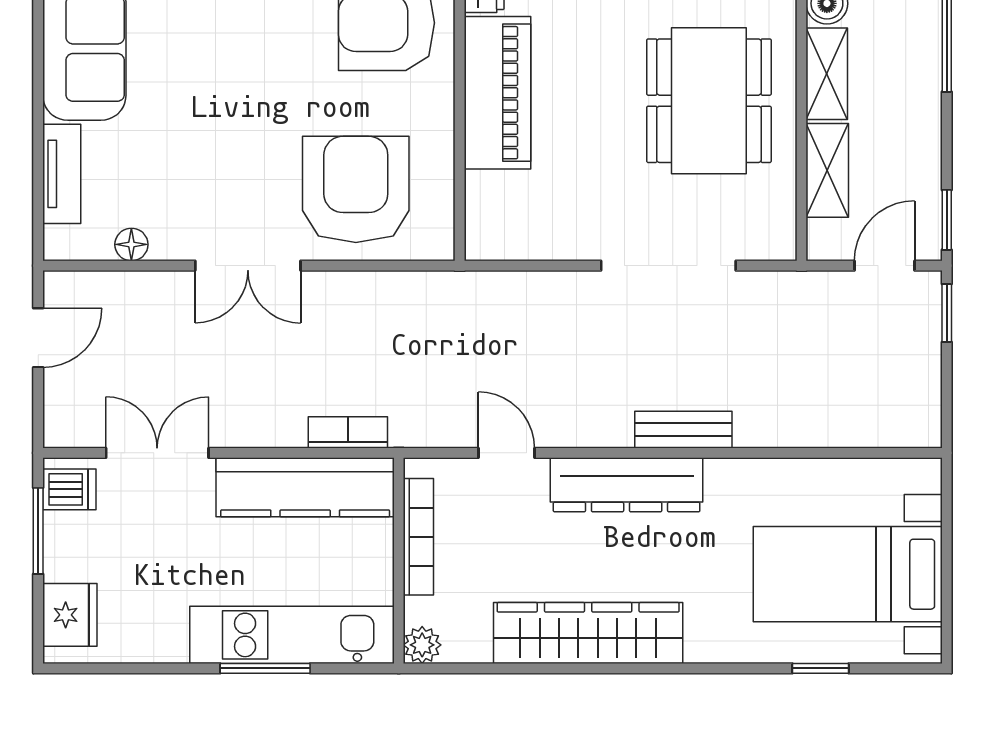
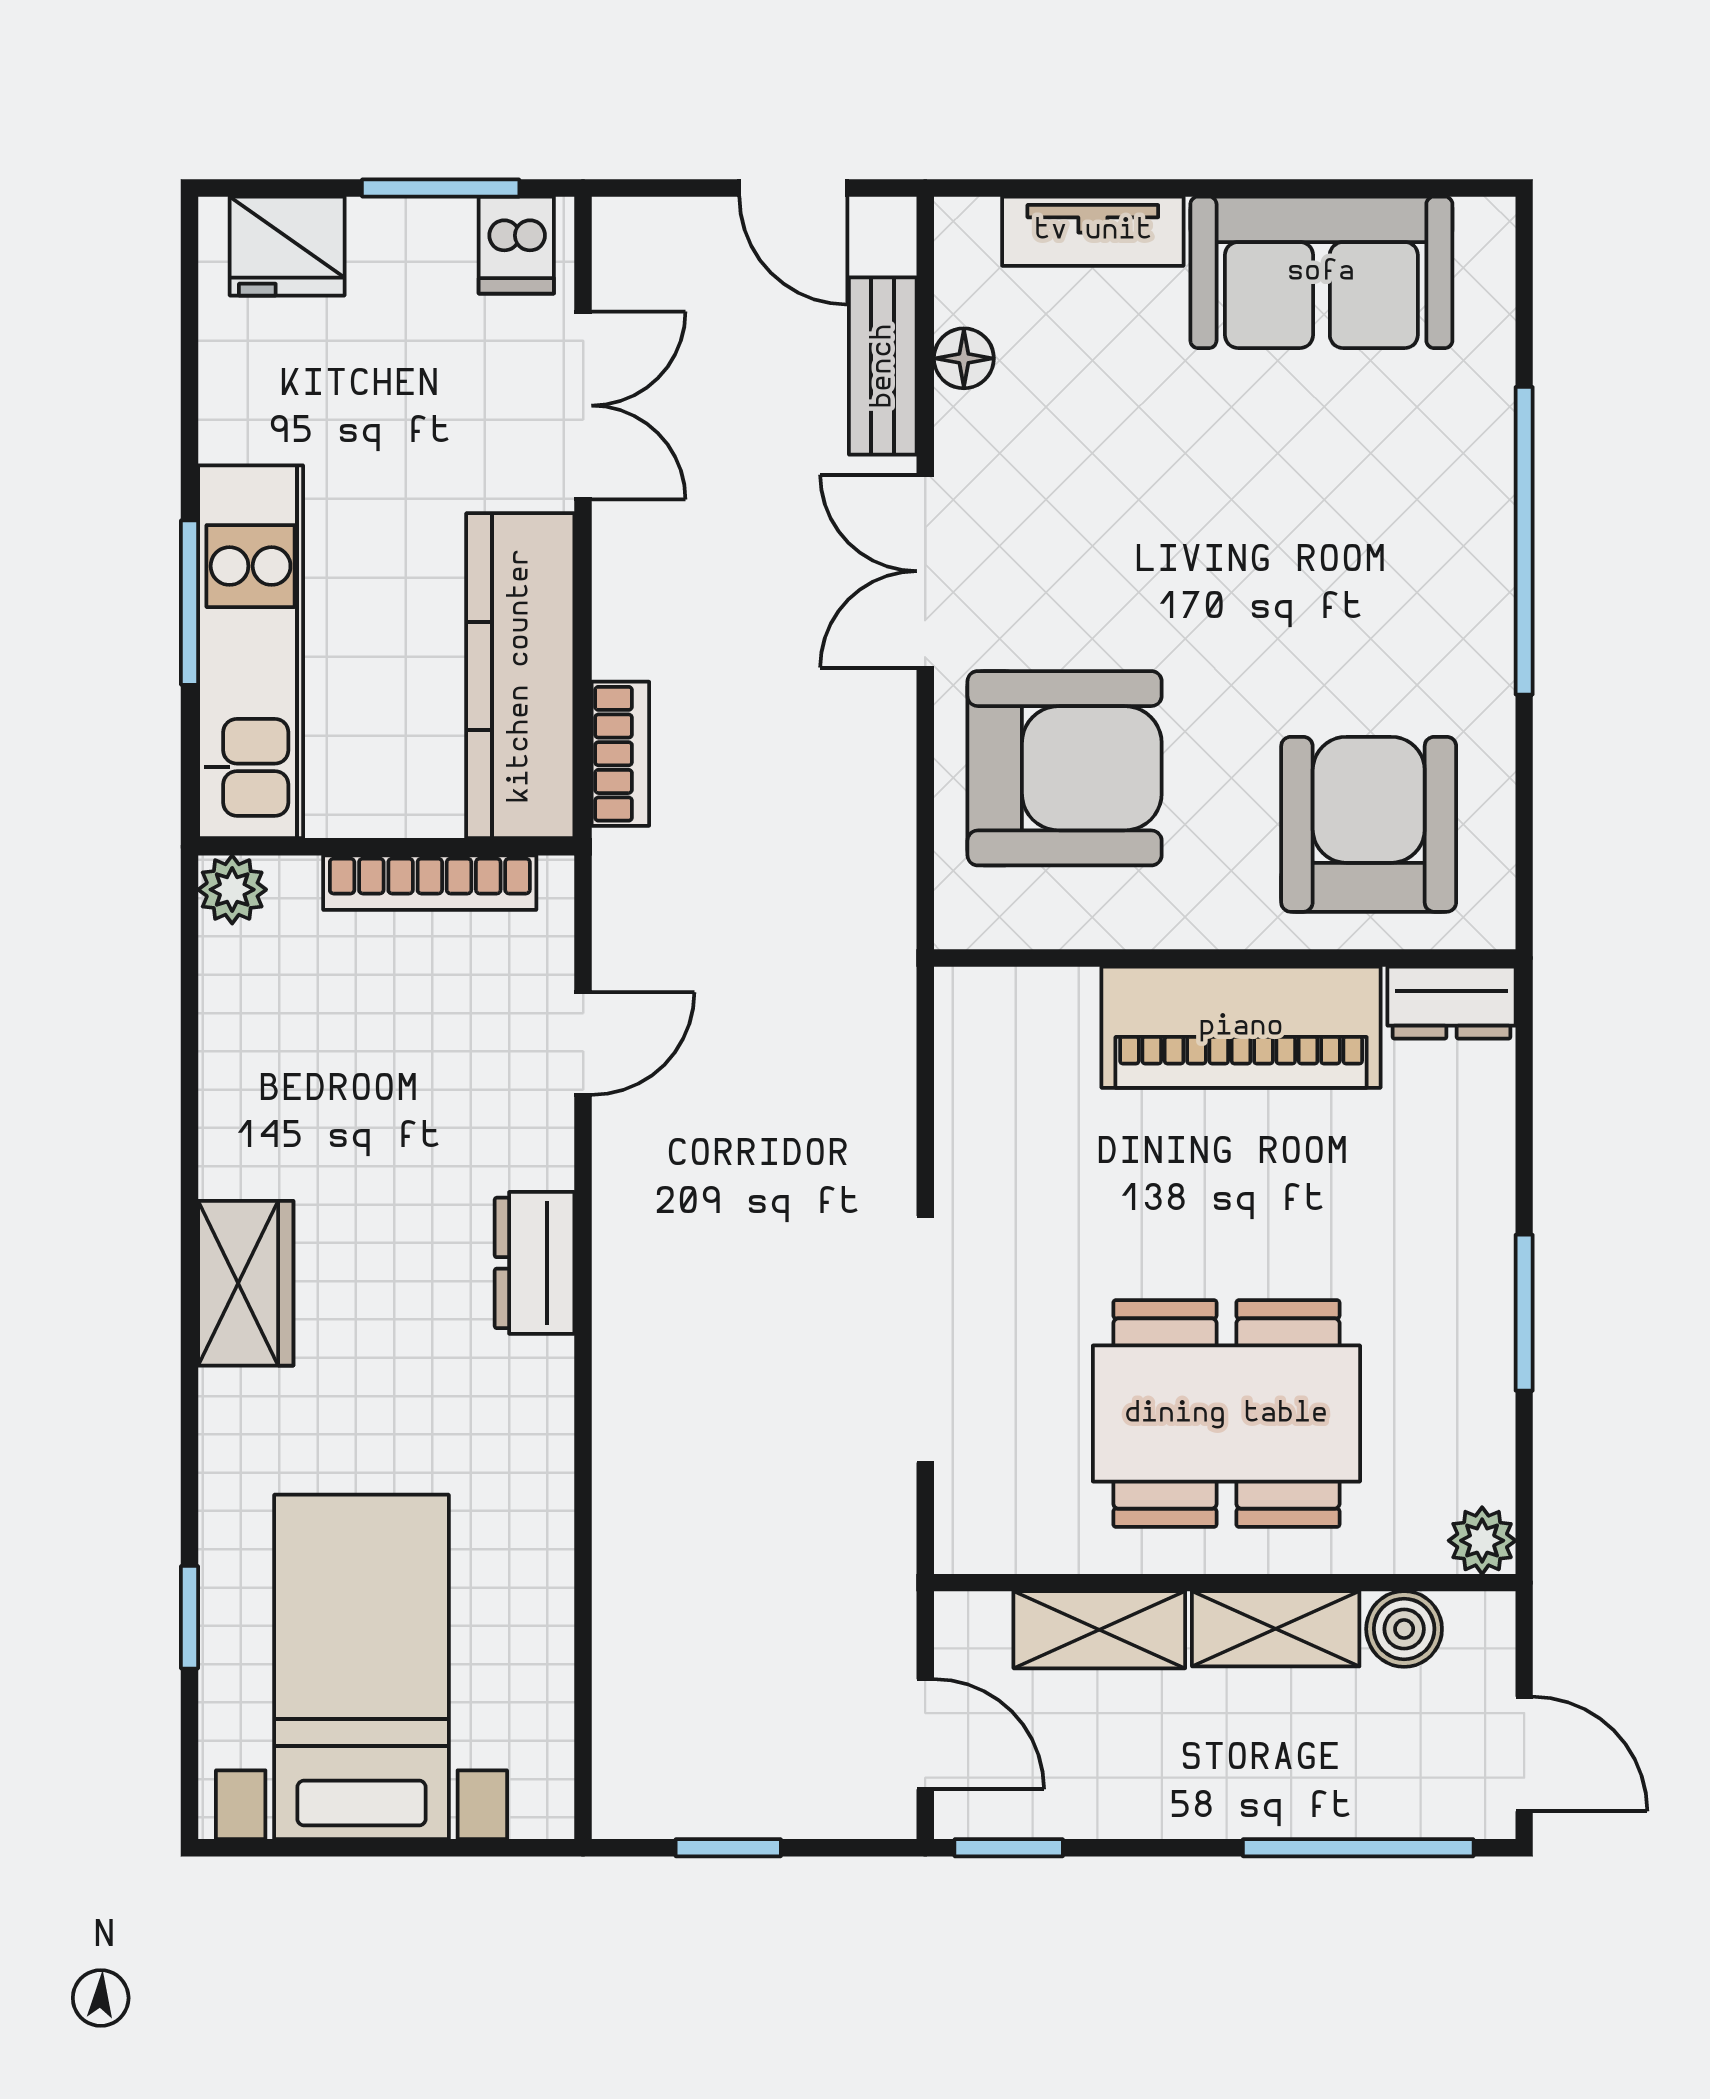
window: (947, 313) -> (728, 1848), moved
bench: (683, 430) -> (883, 366), moved
dresser: (627, 485) -> (535, 1263), width x0.51, depth x0.80
wardrobe: (588, 633) -> (246, 1283), width x0.48, depth x0.85

